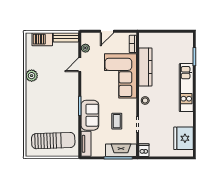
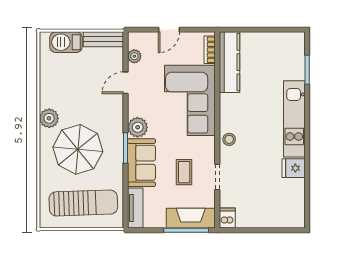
kitchen counter: (145, 67) -> (229, 62), moved
plant: (32, 76) -> (49, 118), moved
plant: (87, 93) -> (138, 127), added
parasol: (50, 107) -> (78, 149), added
fridge: (183, 138) -> (294, 168), moved, width x0.53, depth x0.75

